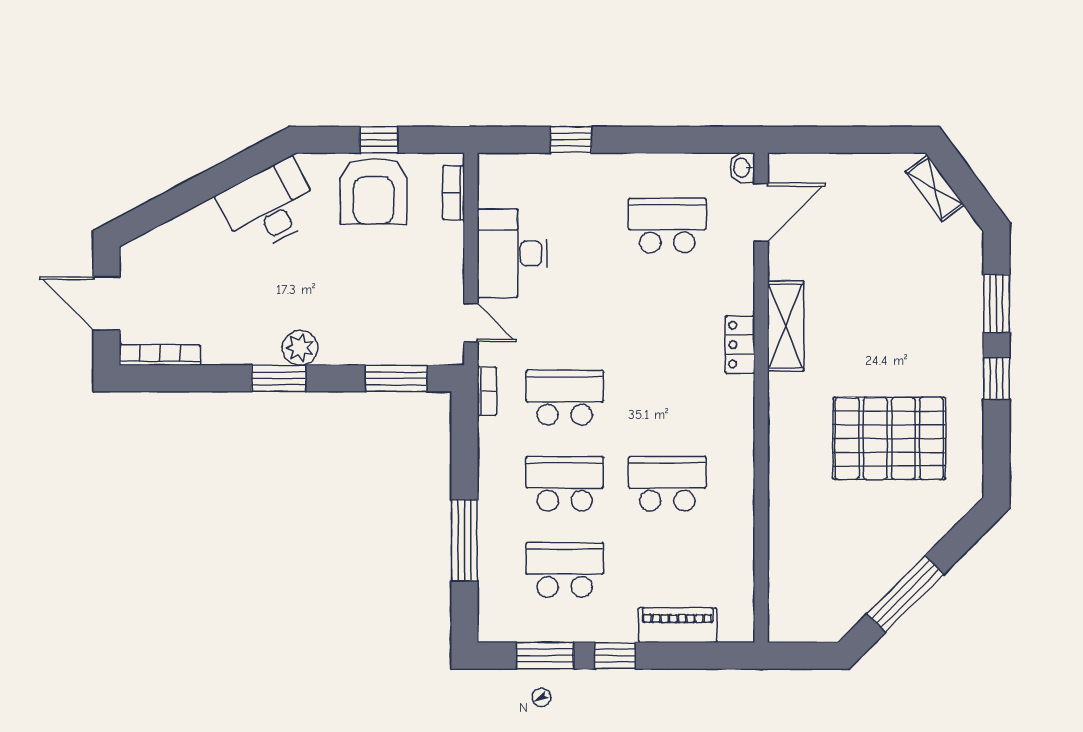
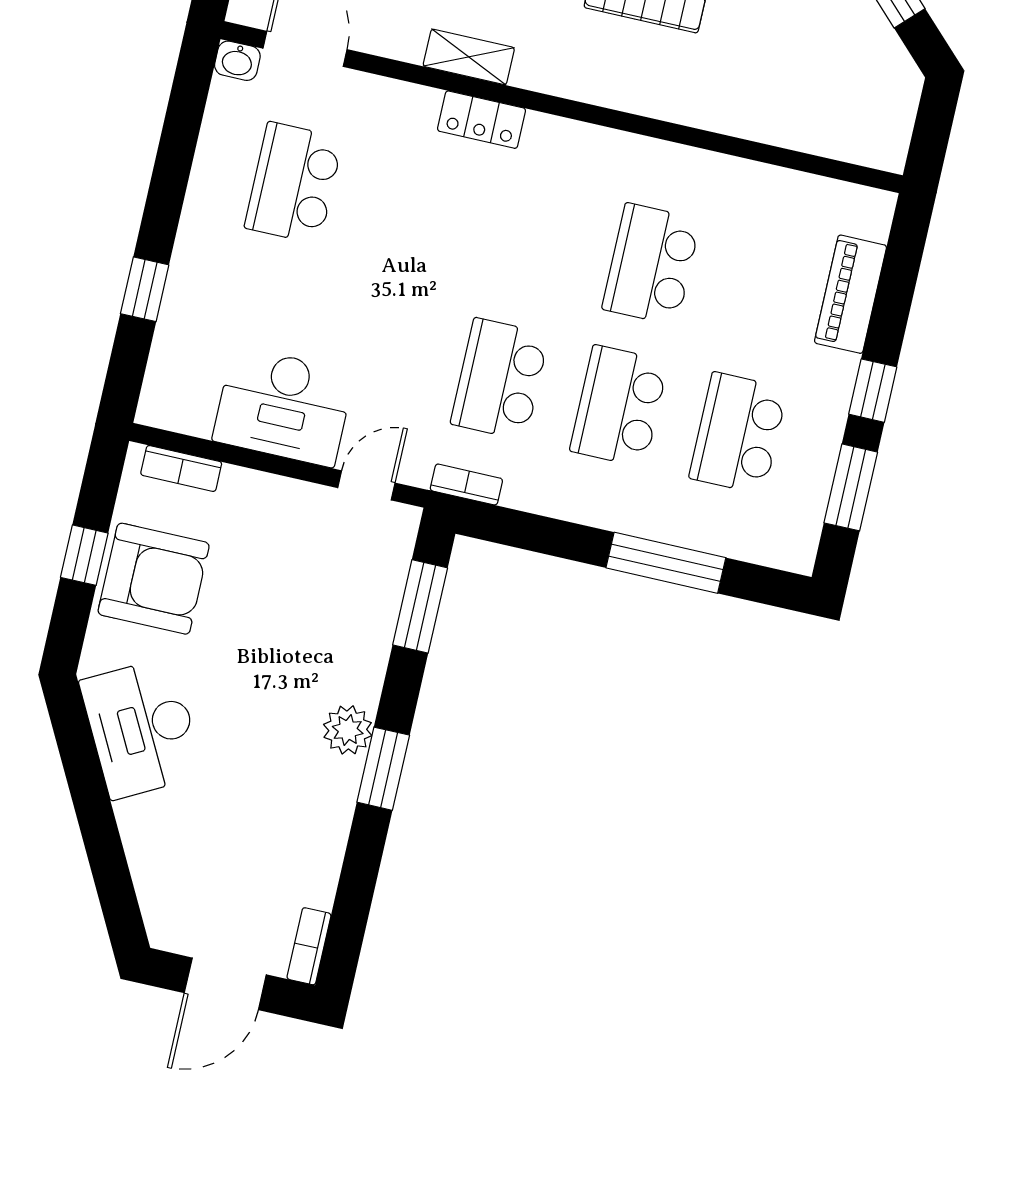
shelving: (786, 326) -> (469, 57), width x0.67, depth x0.75
bookcase: (160, 355) -> (309, 946), width x0.64

